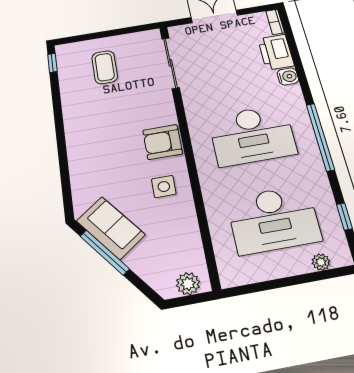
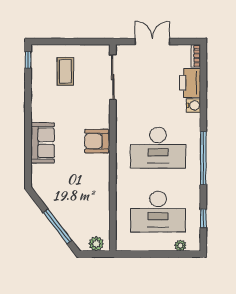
side table: (164, 187) -> (92, 175), removed
sofa: (111, 228) -> (43, 143), moved, turned 37
window: (105, 252) -> (58, 226), moved

